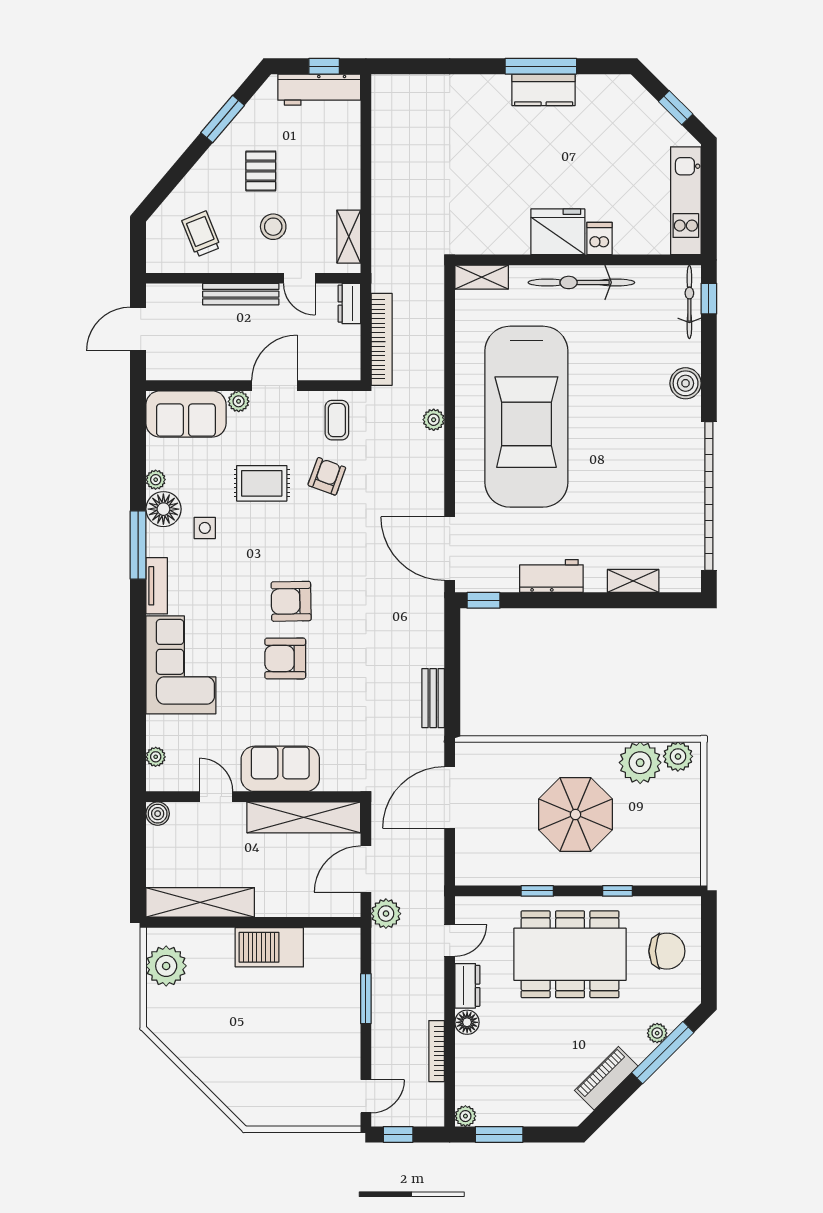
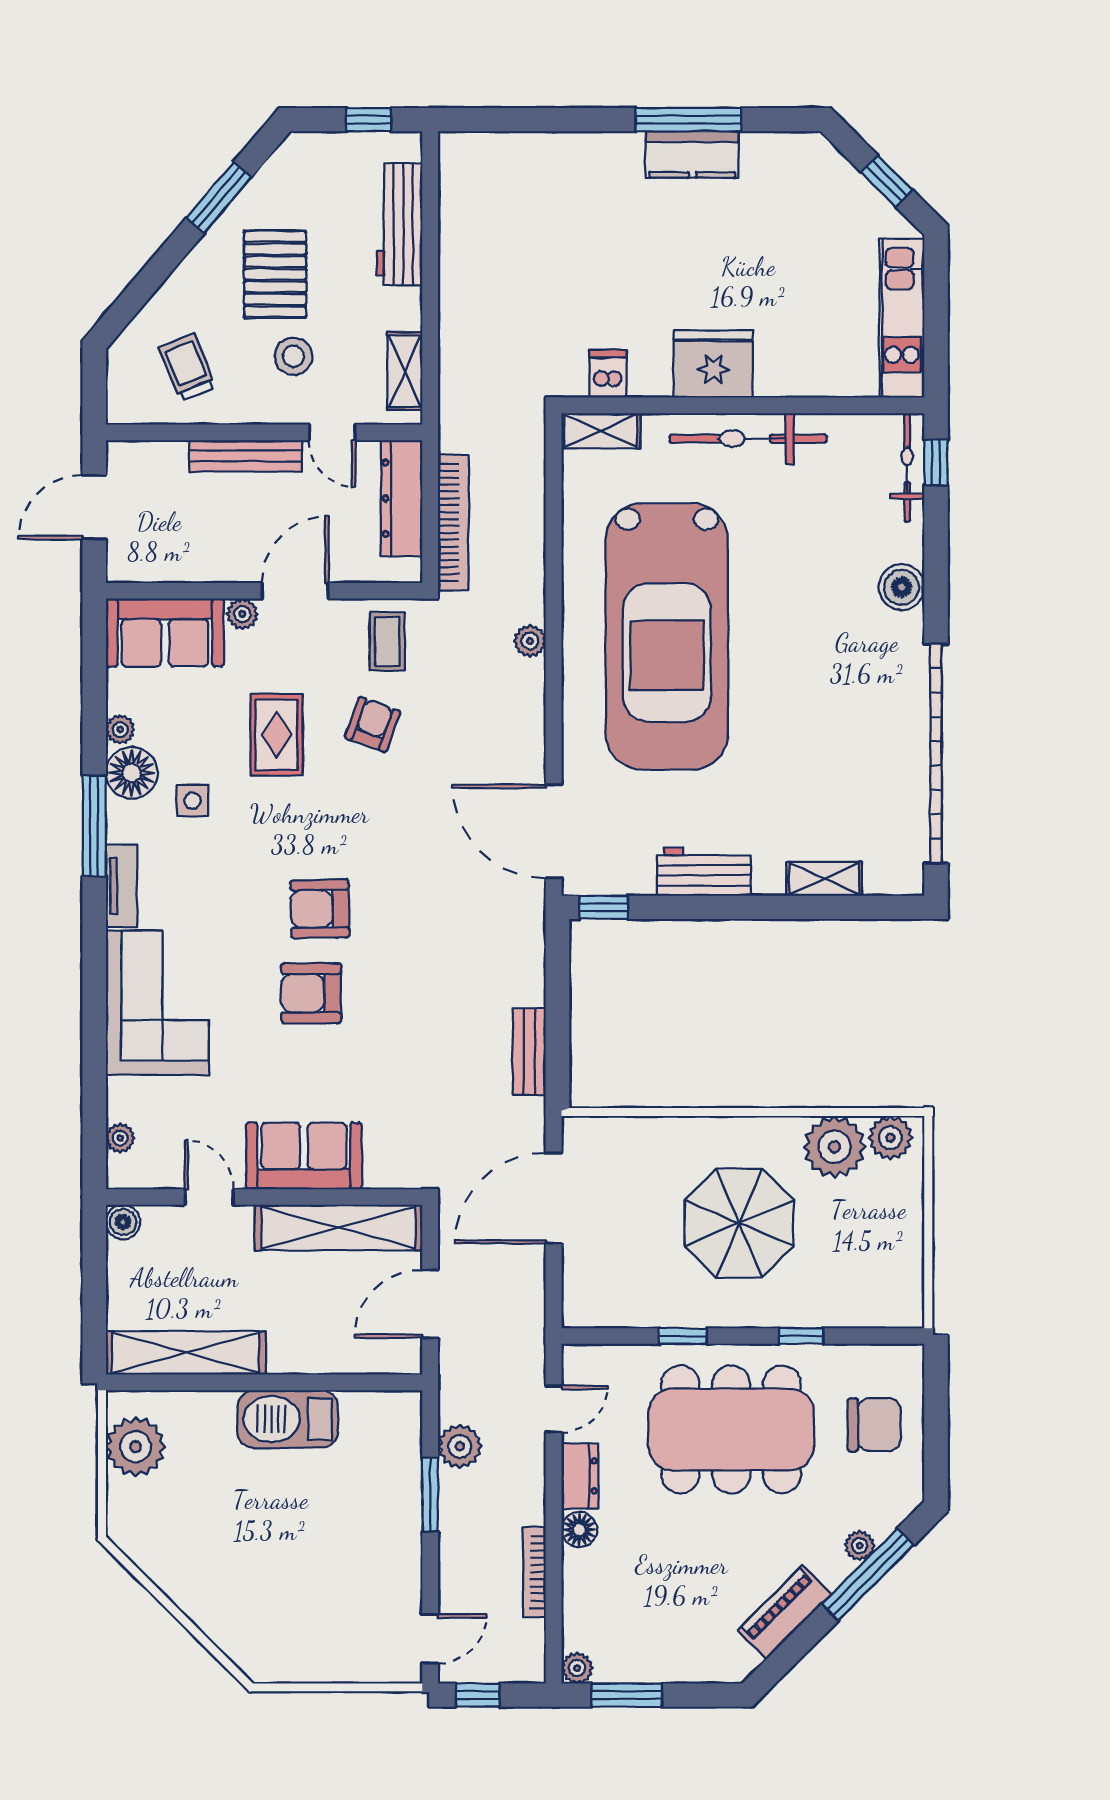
workbench: (319, 90) -> (399, 224), moved, turned 90
pallet: (261, 171) -> (275, 274), width x1.50, depth x1.42
dishwasher: (599, 239) -> (608, 374), moved
dresser: (349, 304) -> (402, 498), width x1.96, depth x1.24
rug: (262, 483) -> (276, 735), turned 90
plant: (386, 914) -> (460, 1446), moved

